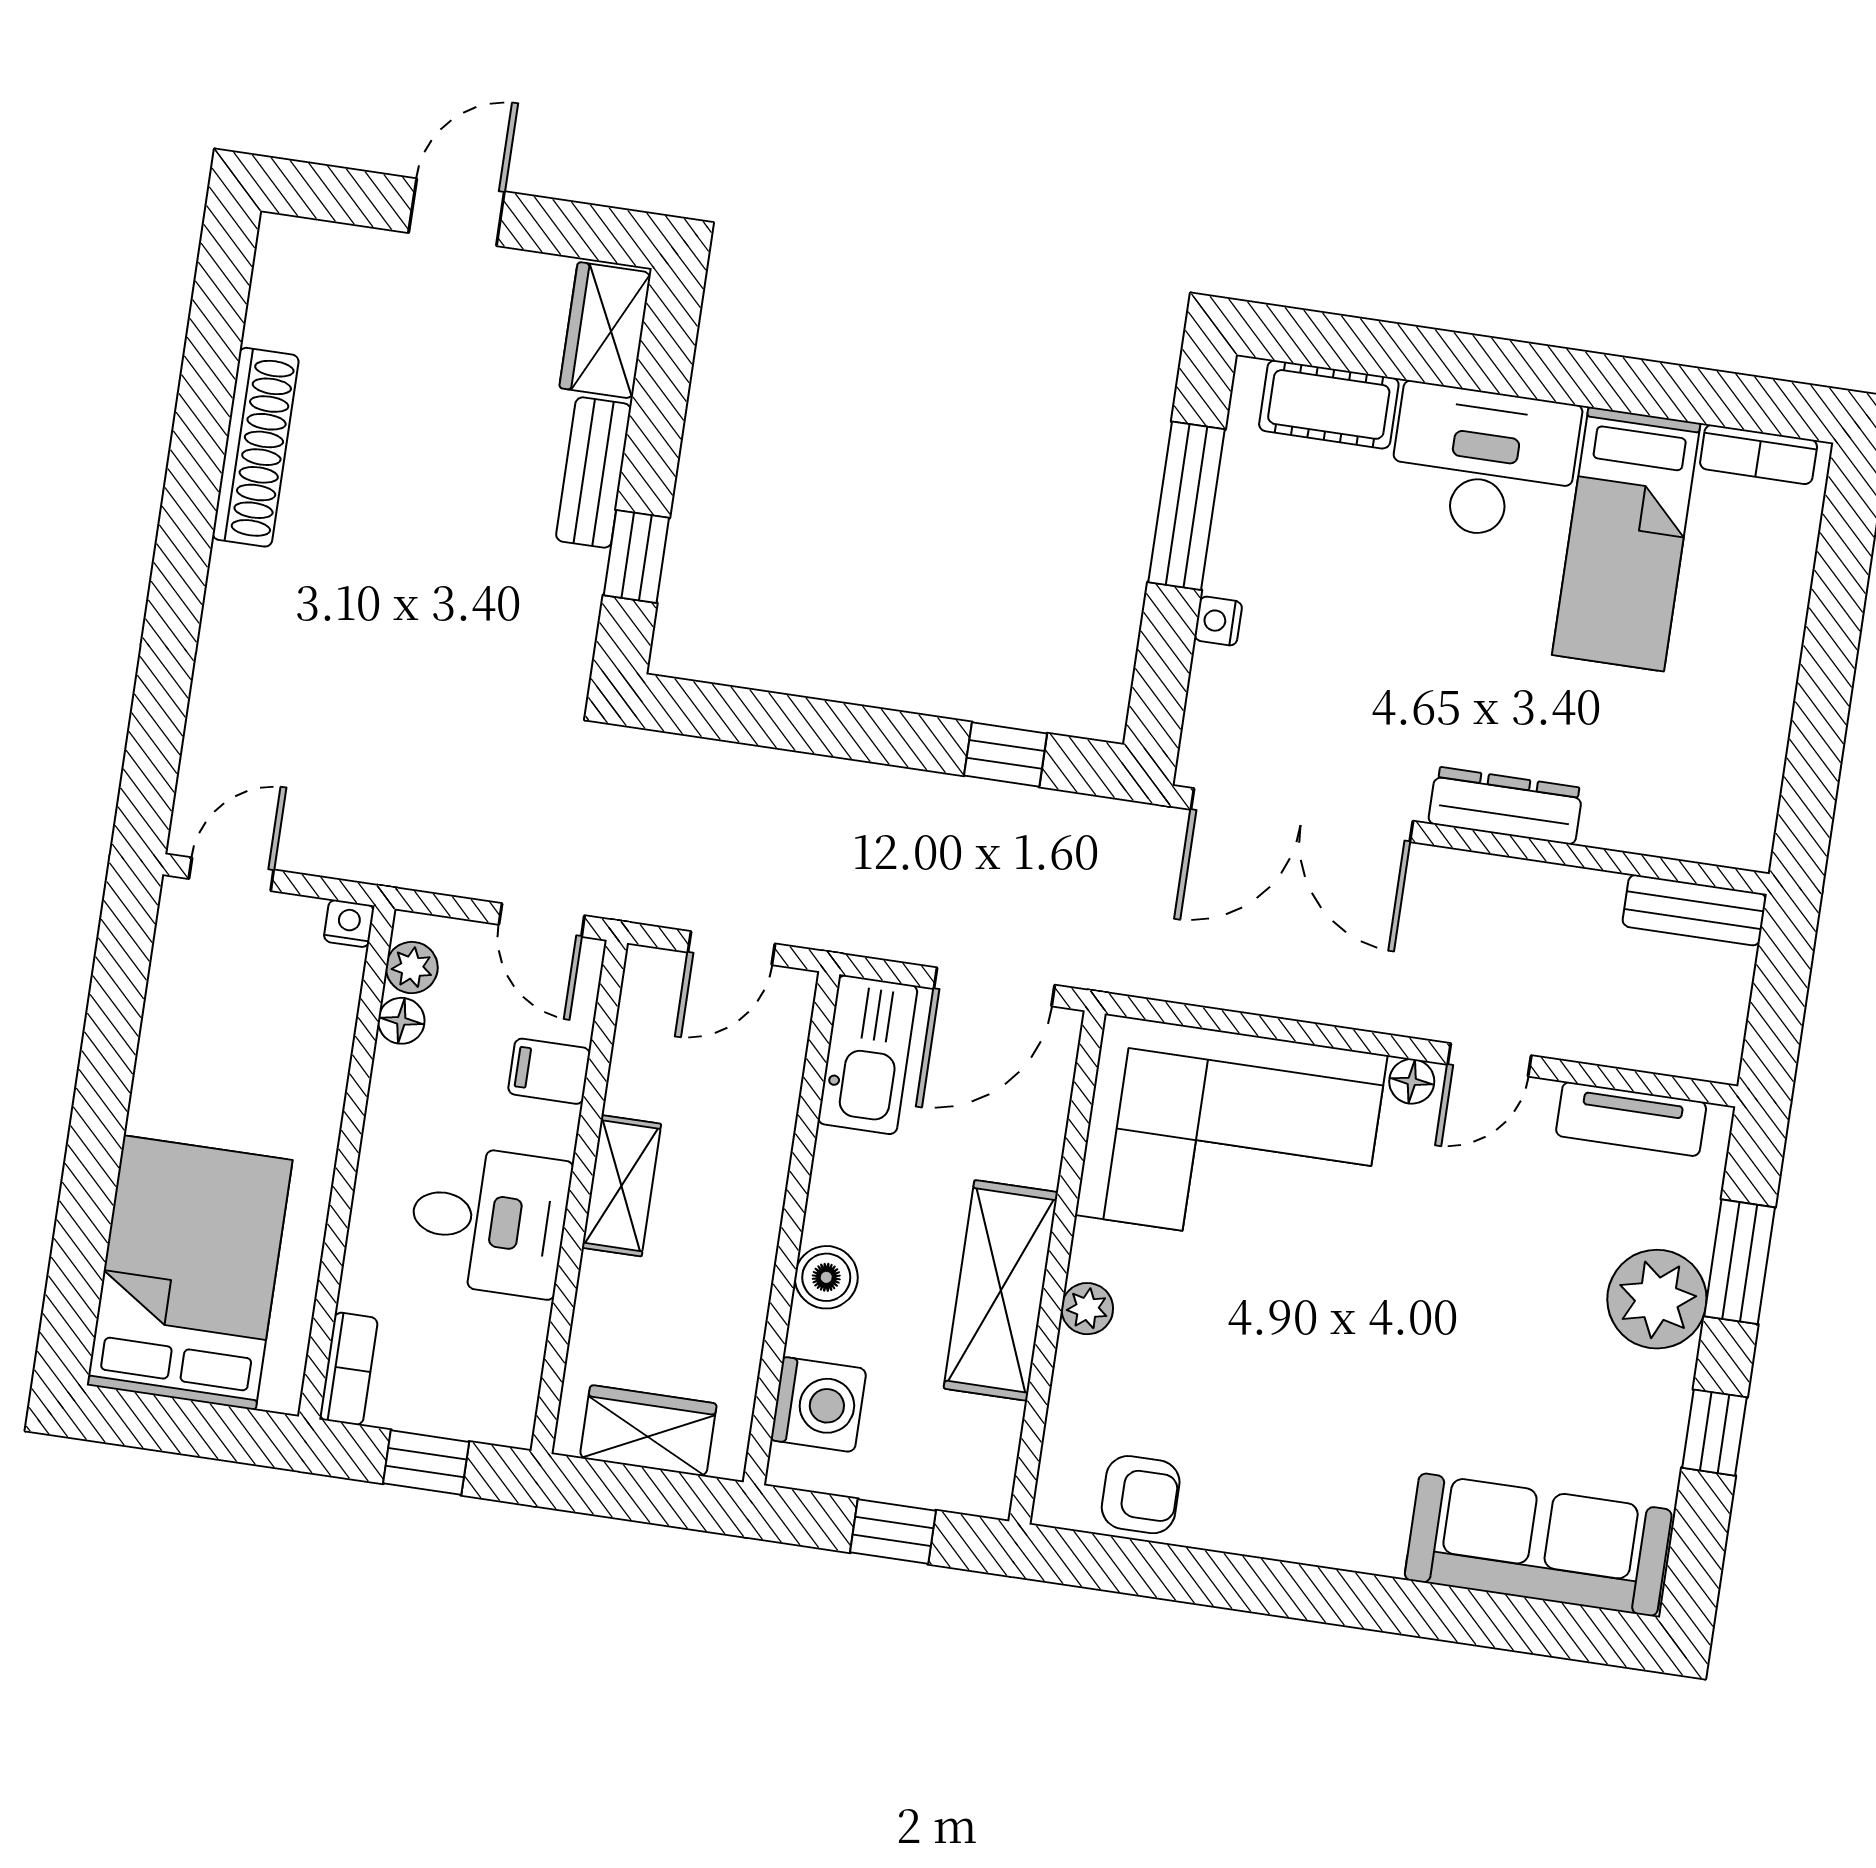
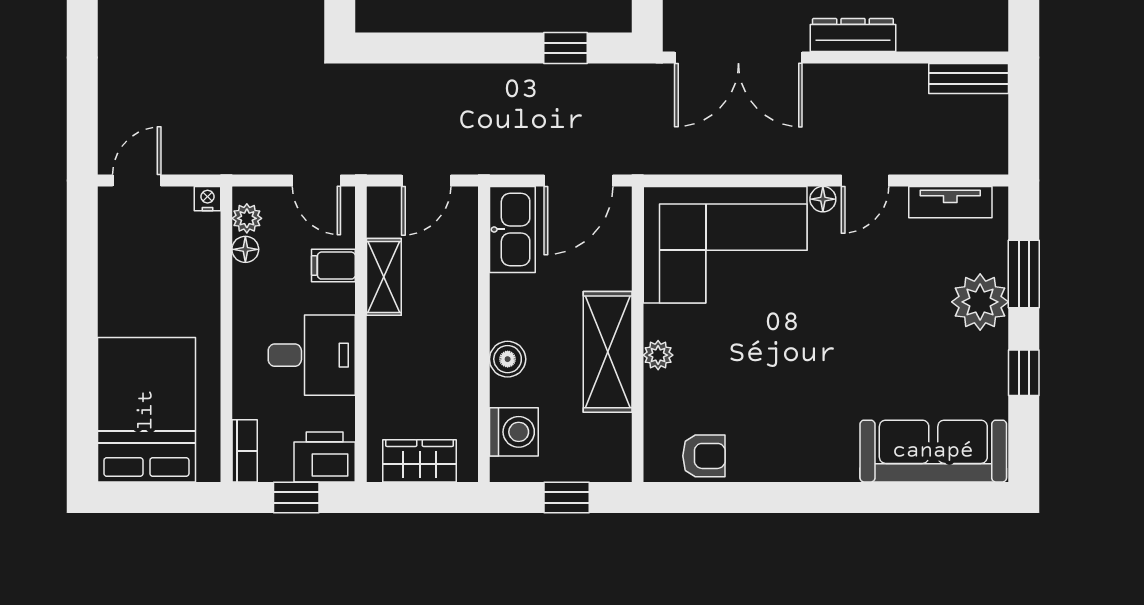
shelving: (622, 1186) -> (384, 277), moved
printer: (485, 1400) -> (325, 457), added

